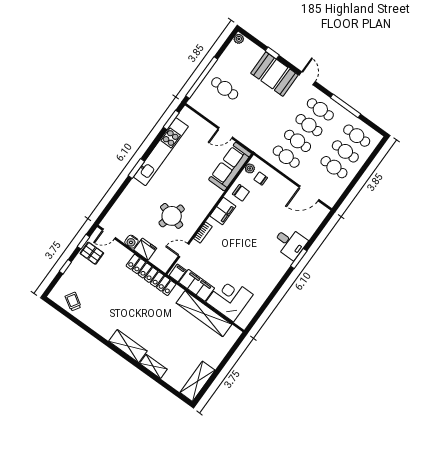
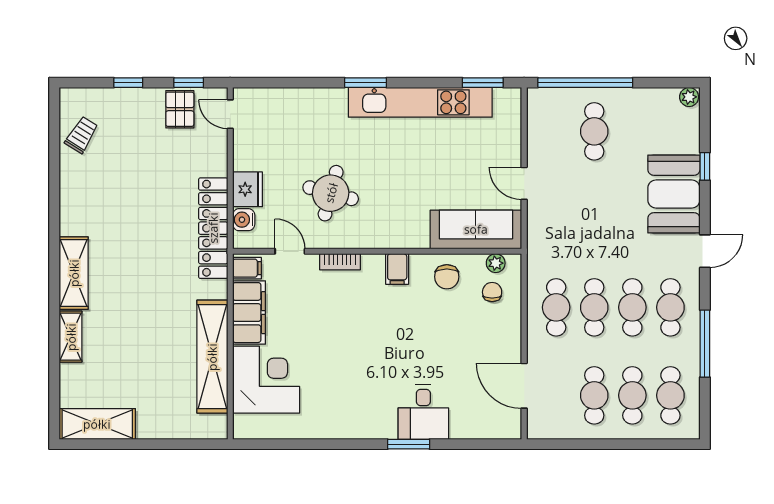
filing cabinet: (223, 211) -> (397, 269), width x0.50
water cooler: (131, 242) -> (244, 220), moved

